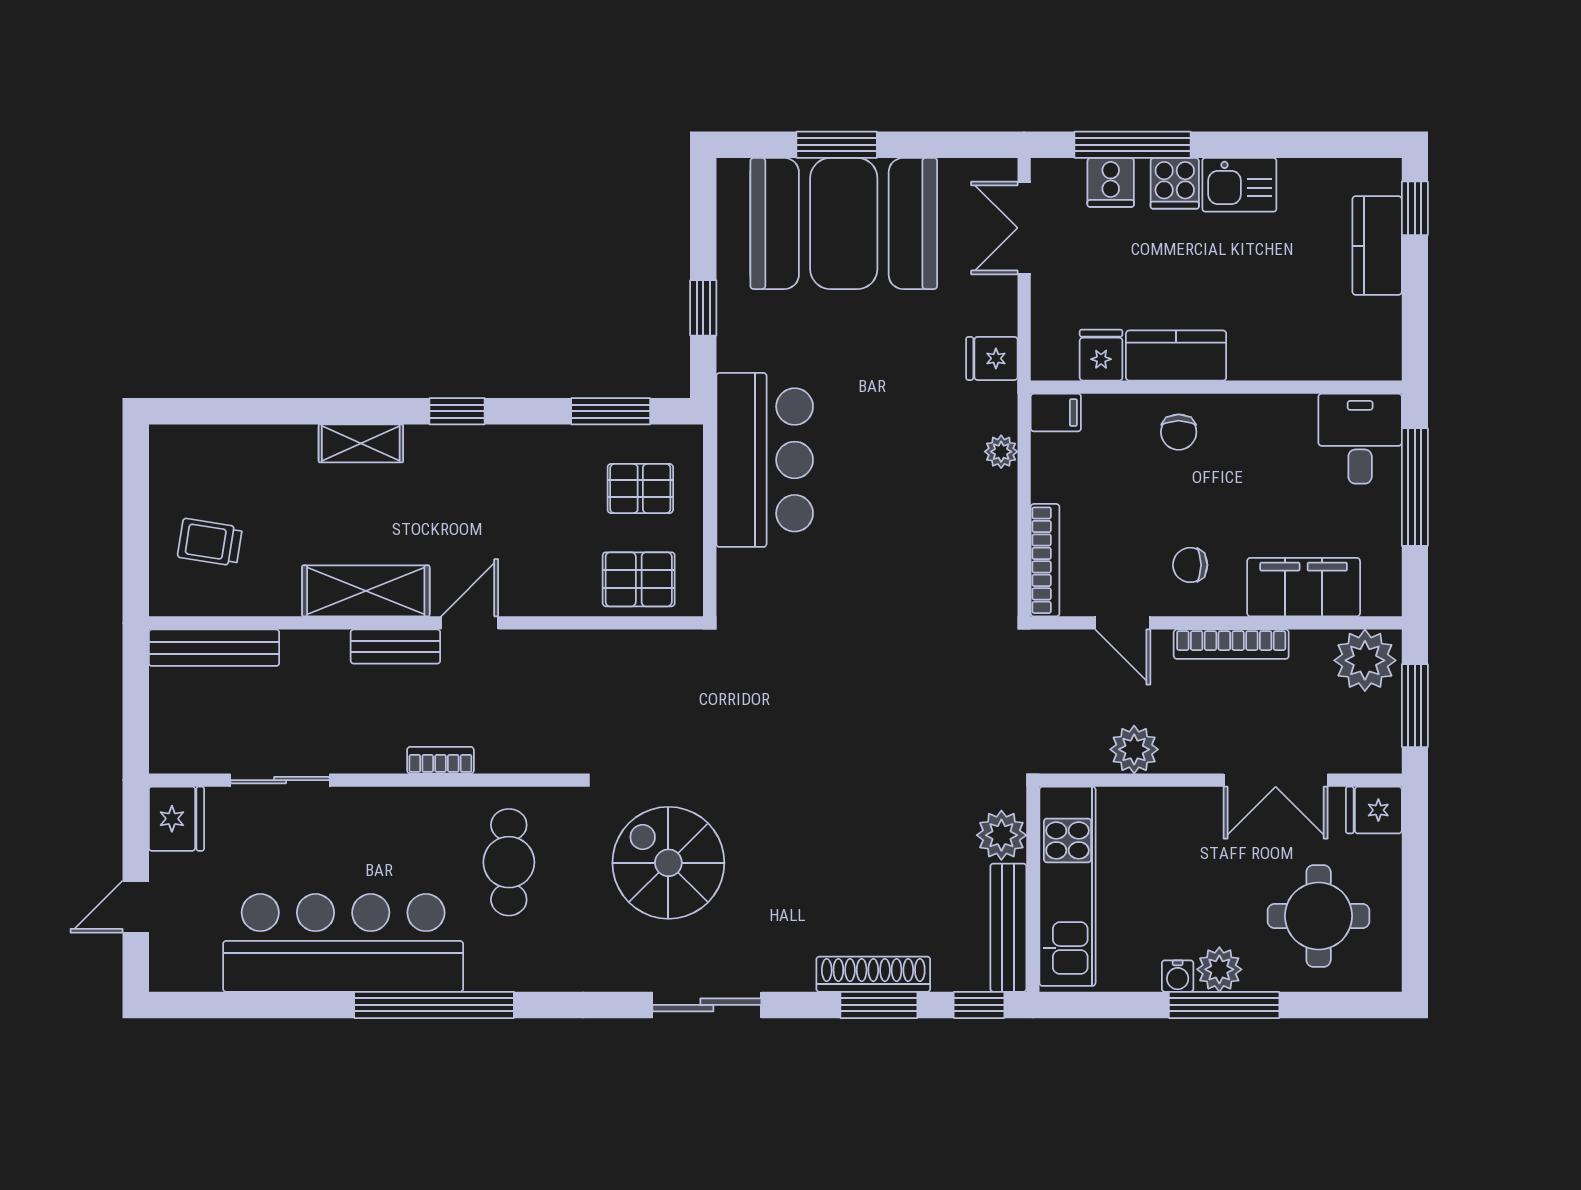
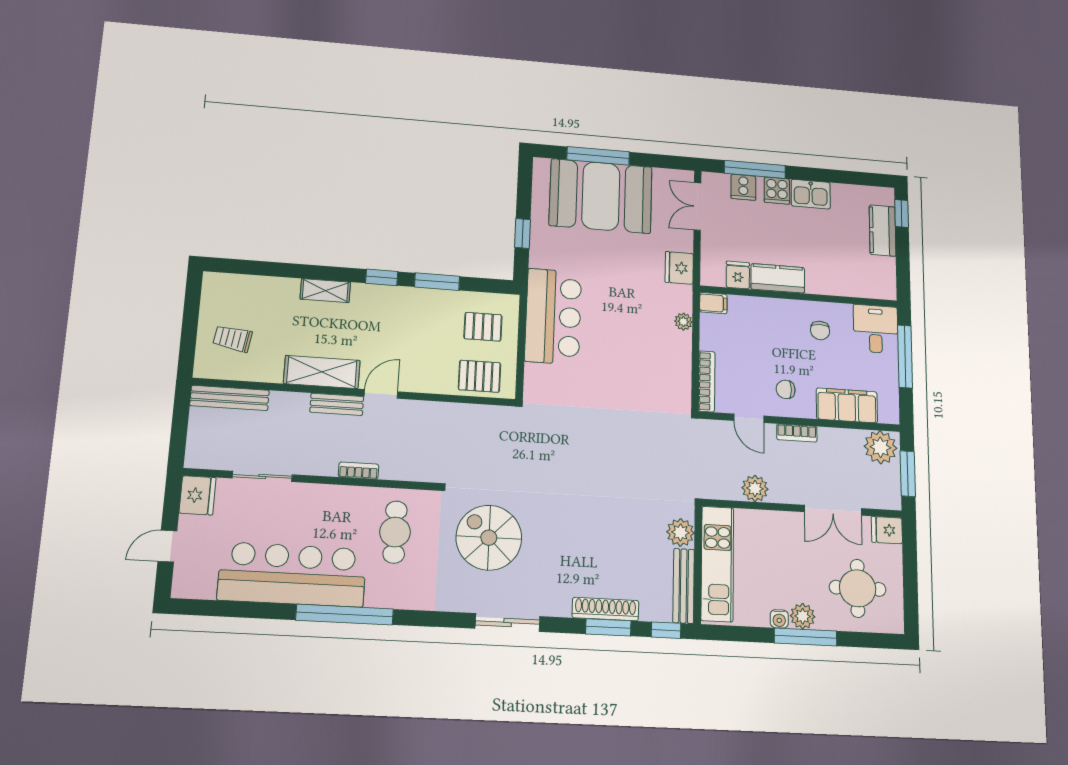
window: (837, 145) -> (598, 156), width x1.44
fridge: (992, 358) -> (679, 268), width x1.38
window: (611, 411) -> (437, 282), moved
chair: (1179, 432) -> (820, 331), moved
bookcase: (1231, 644) -> (797, 433), width x0.64

